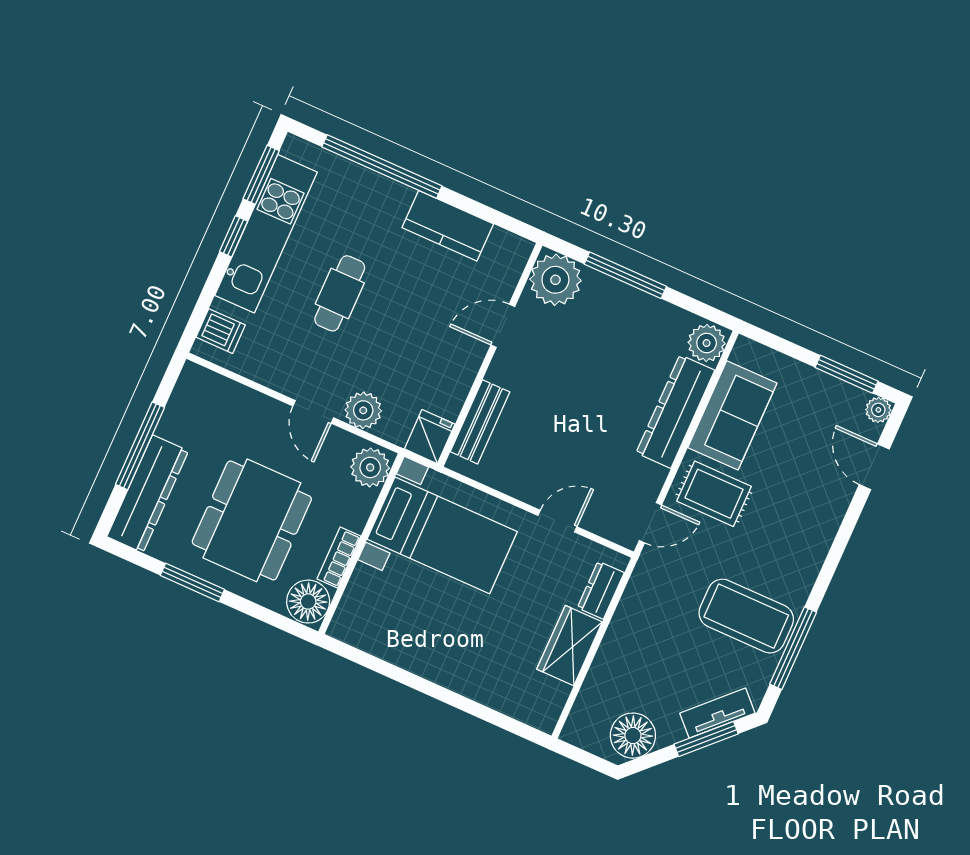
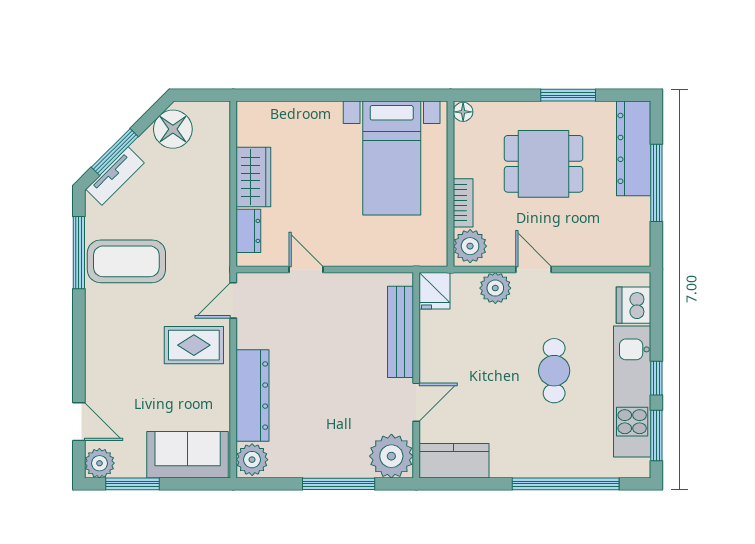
kitchen counter: (448, 226) -> (454, 461), moved
dishwasher: (221, 331) -> (634, 305), width x1.38
plant: (878, 410) -> (99, 463), width x1.38, depth x1.38
sofa: (732, 415) -> (188, 455), moved, turned 90
bench: (480, 422) -> (401, 332), width x1.36
dining table: (252, 520) -> (544, 164), width x0.73
door: (557, 521) -> (306, 269), swing flipped
bed with nightstands: (442, 535) -> (392, 158), moved, turned -90
bookcase: (339, 558) -> (463, 203), moved
floor lamp: (308, 602) -> (463, 112), width x0.53, depth x0.53

